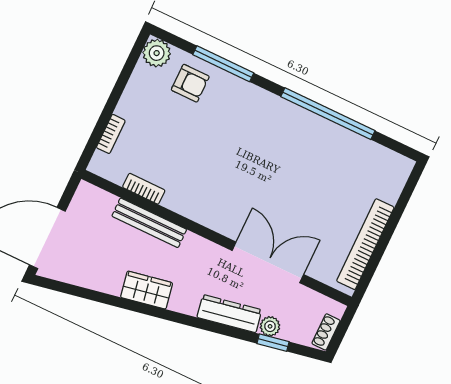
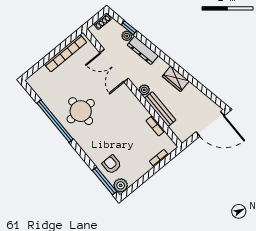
window: (223, 64) -> (105, 181), moved
round table: (290, 153) -> (81, 111), added
plant: (194, 244) -> (144, 90), added

